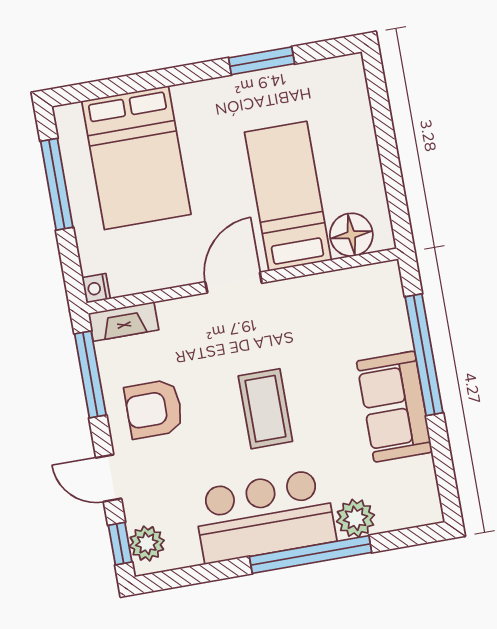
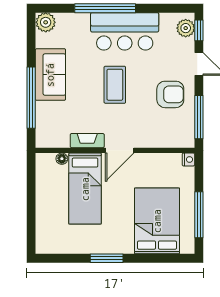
window: (262, 61) -> (107, 258), moved
floor lamp: (351, 235) -> (62, 159), width x0.53, depth x0.53
fireplace: (124, 322) -> (87, 141), moved
plant: (356, 518) -> (46, 22), moved

